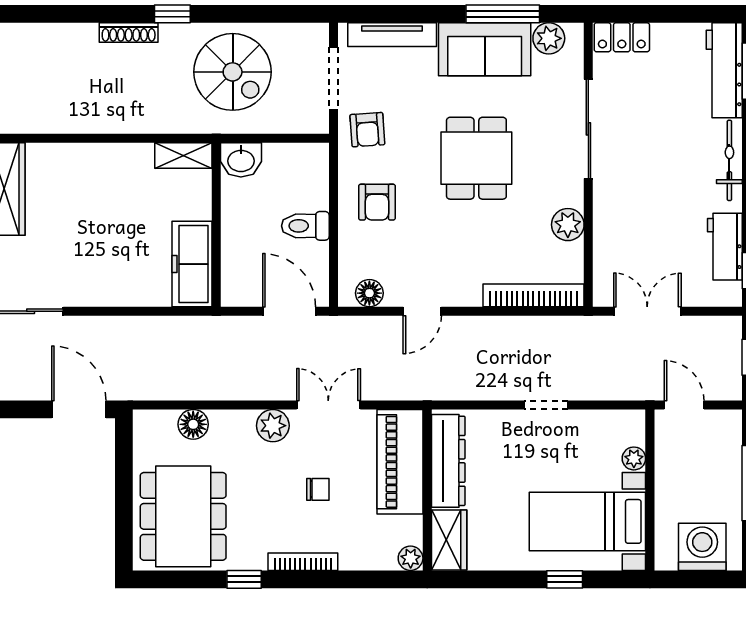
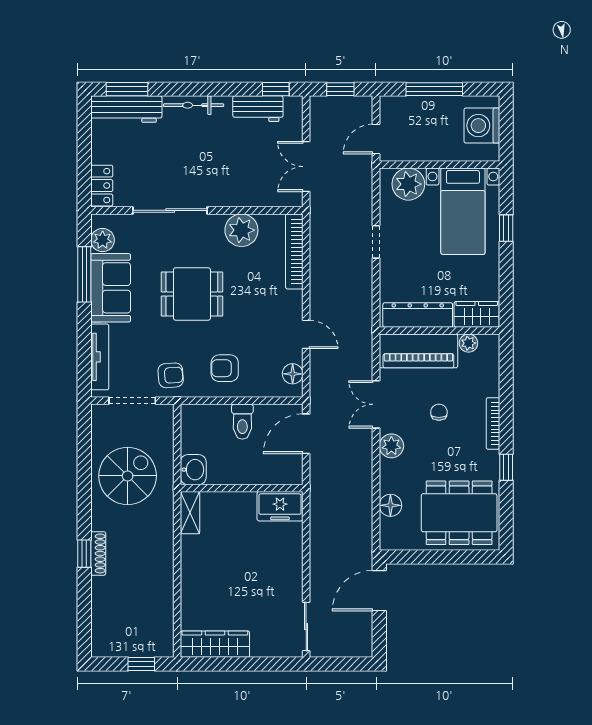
window: (172, 14) -> (84, 554), moved
armchair: (377, 202) -> (225, 368), turned 180
plant: (568, 225) -> (241, 230), width x1.36, depth x1.36
freezer: (192, 264) -> (280, 506), width x0.71
plant: (634, 458) -> (408, 184), width x1.87, depth x1.87
plant: (411, 558) -> (468, 343), moved

